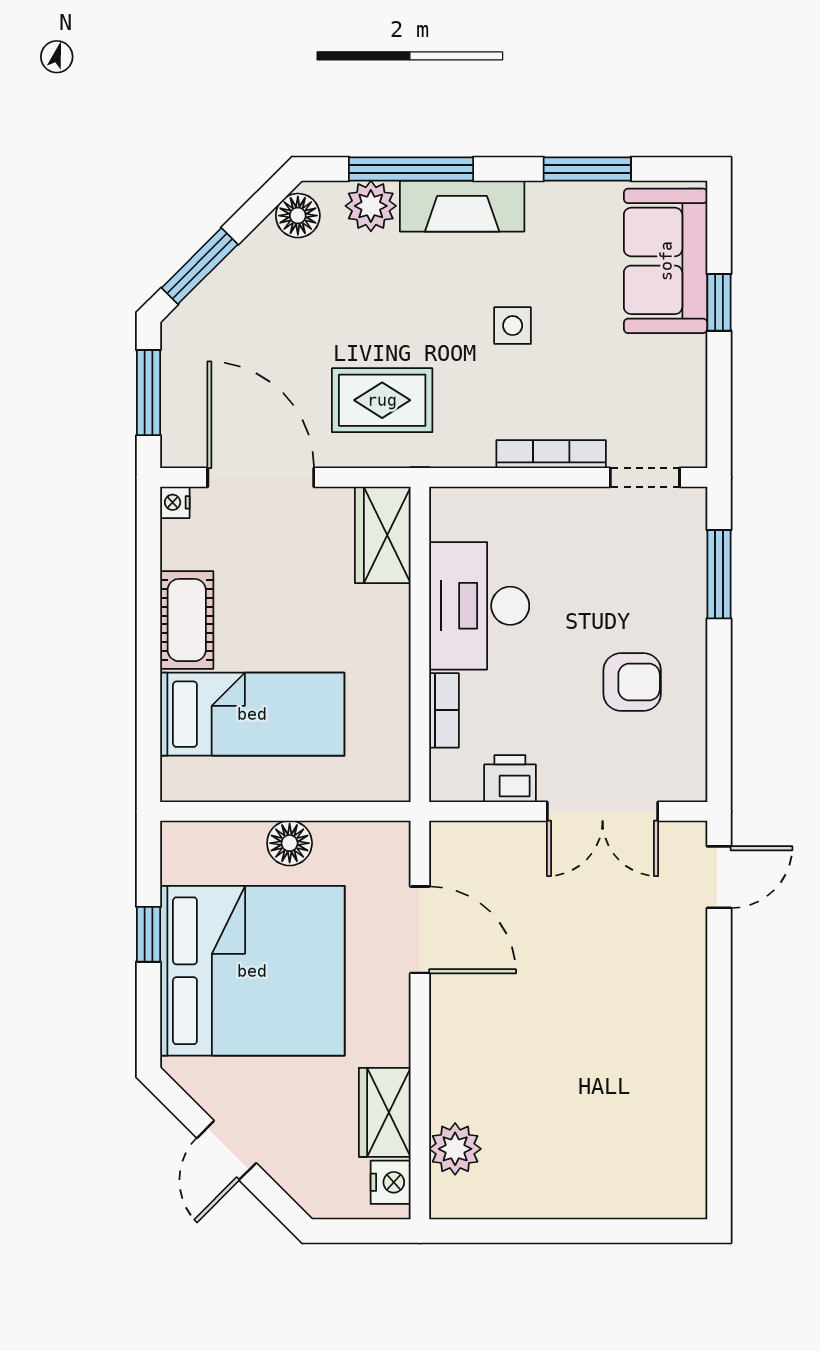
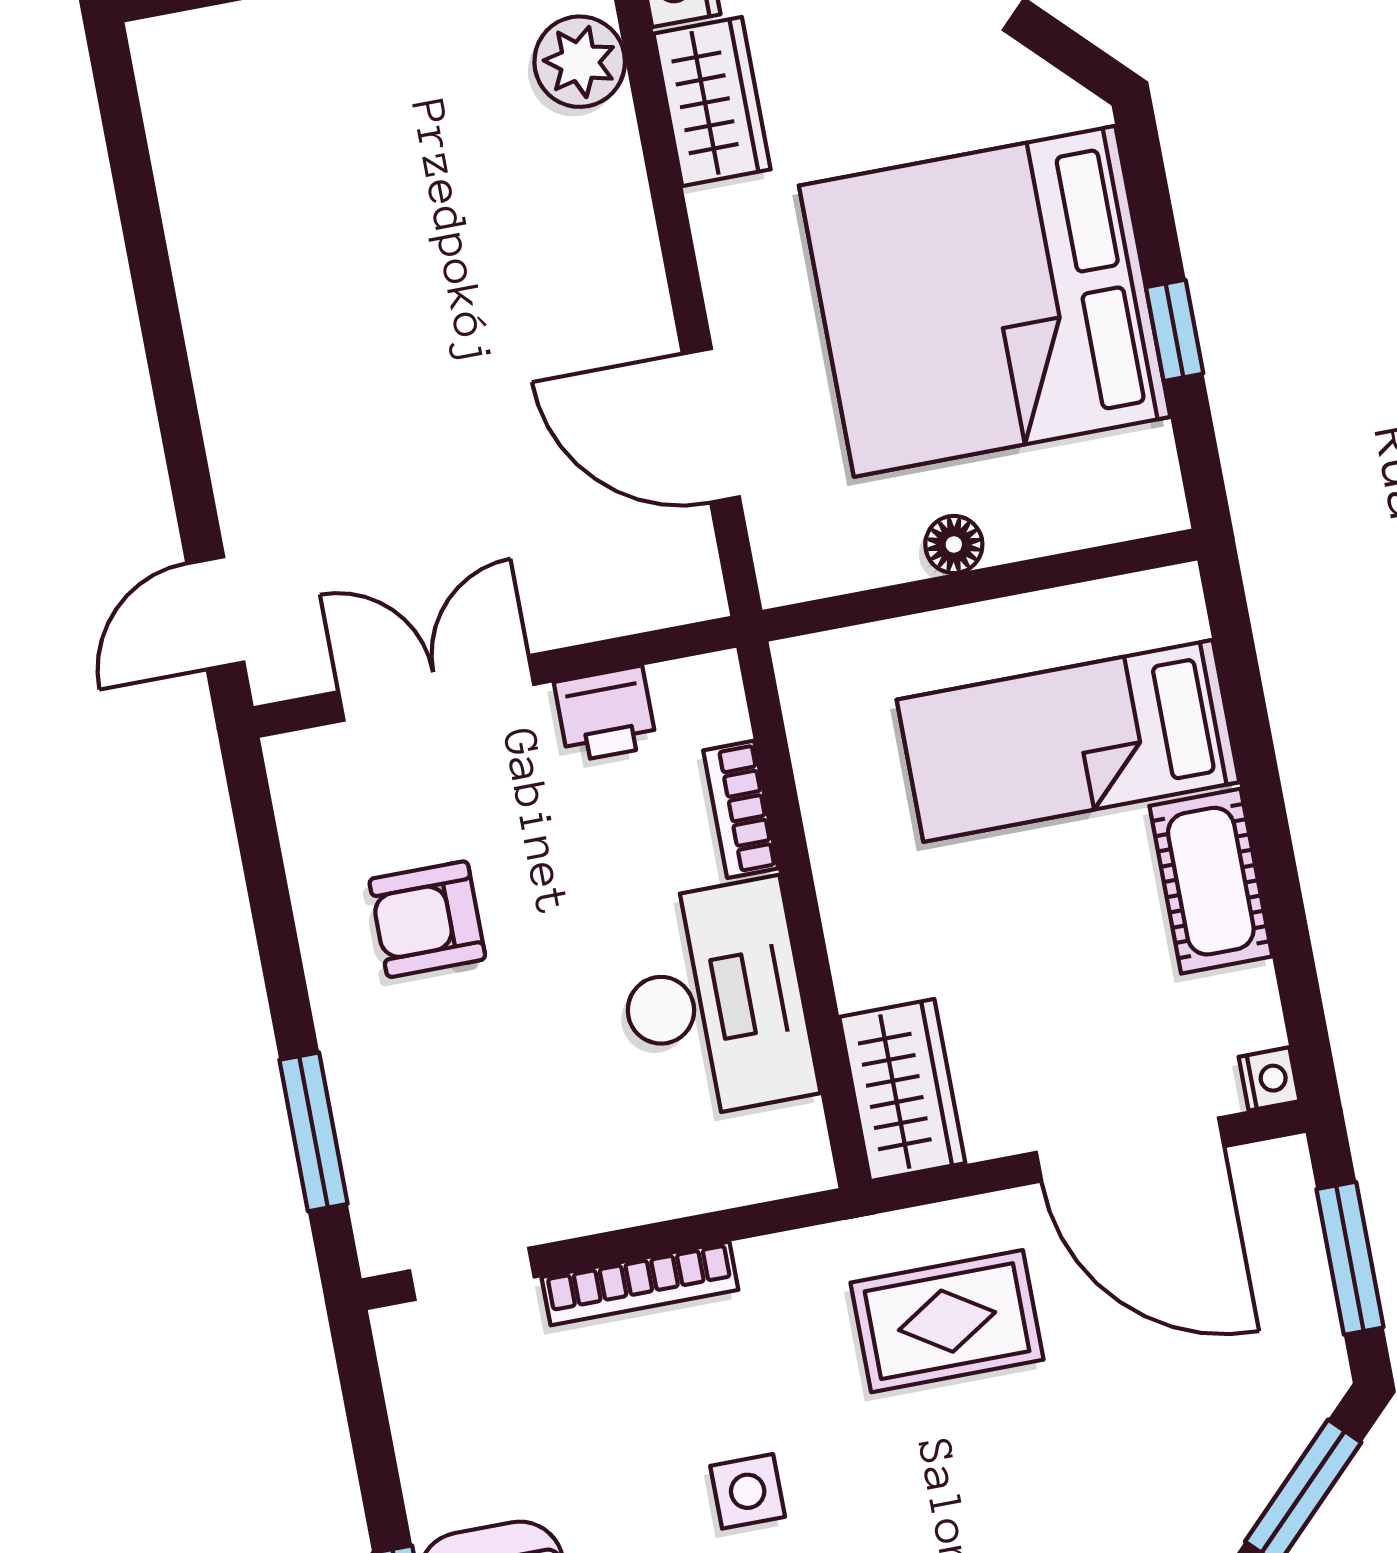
floor lamp: (290, 843) -> (954, 545), width x0.73, depth x0.73

